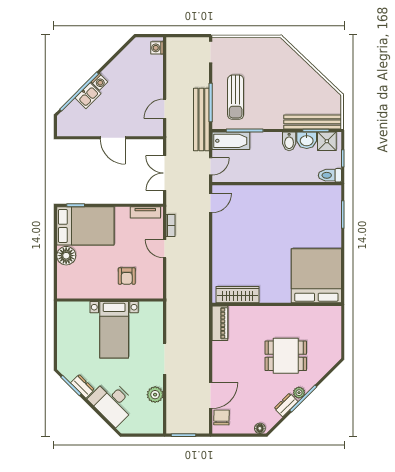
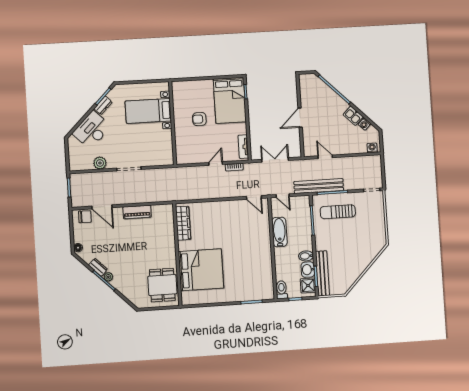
washing machine: (99, 82) -> (364, 124), moved
kitchen sink: (88, 96) -> (353, 116), moved
bathtub: (231, 141) -> (279, 232), moved, turned 180
floor lamp: (66, 256) -> (205, 87), removed
armchair: (127, 276) -> (199, 119), moved
bed: (316, 276) -> (201, 270), moved
piano: (220, 323) -> (137, 212), moved
bed with nightstands: (114, 330) -> (148, 111), moved
dining table: (286, 356) -> (162, 285), moved

